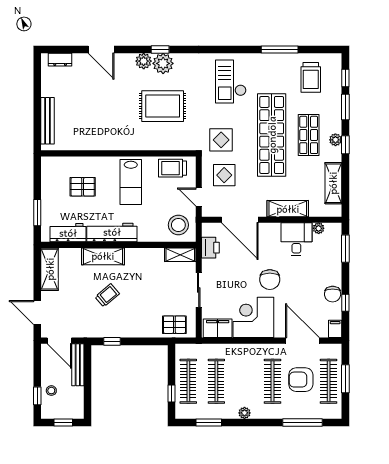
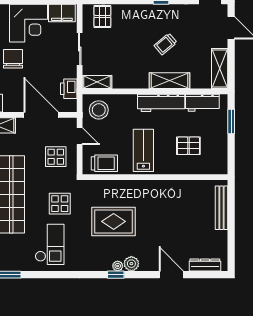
dresser: (60, 60) -> (205, 265), width x1.44
plant: (163, 63) -> (118, 266), width x0.53, depth x0.53
display table: (221, 140) -> (60, 204), moved
pallet: (174, 325) -> (102, 16), turned 90

